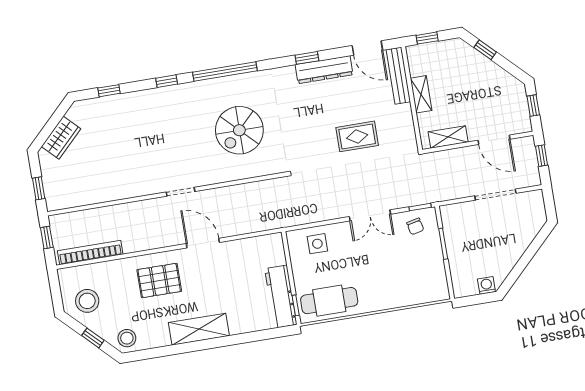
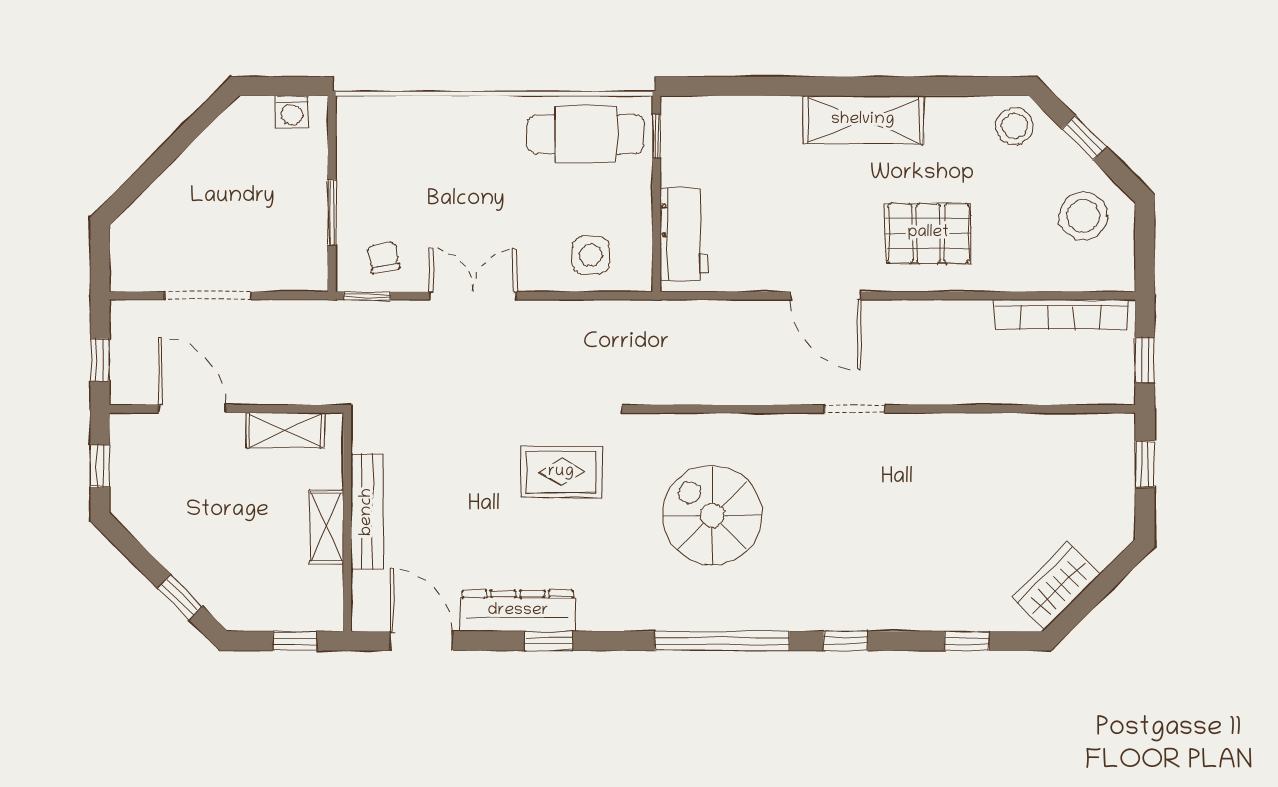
bench: (398, 76) -> (367, 512), moved
spiral stairs: (239, 130) -> (712, 515), turned -90
rug: (357, 136) -> (561, 472), moved
wardrobe: (61, 138) -> (1056, 586), moved
washing machine: (486, 285) -> (292, 112), moved
workbench: (281, 297) -> (684, 234), moved, width x0.73

